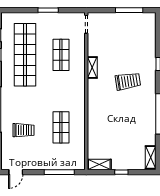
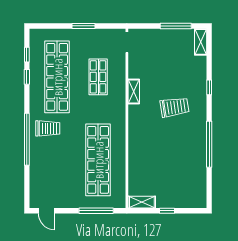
shop shelf: (61, 127) -> (98, 160), width x2.00, depth x1.36
trolley: (24, 130) -> (48, 128), moved
shelving: (151, 157) -> (201, 42), moved
door: (16, 172) -> (46, 211), hinge flipped

